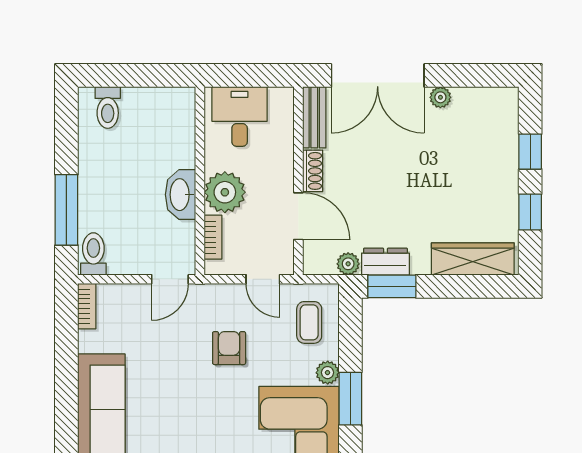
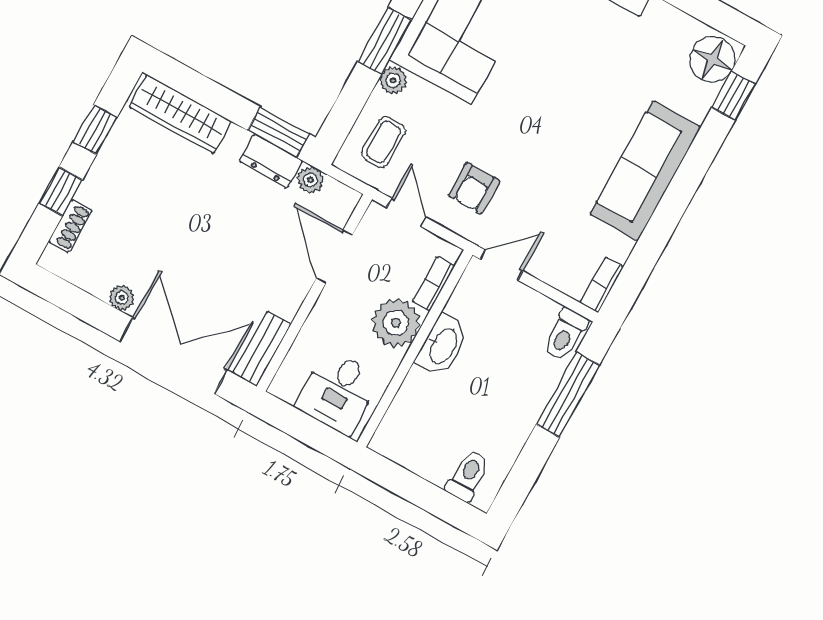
shoe rack: (313, 171) -> (70, 226), moved, turned 180
armchair: (229, 348) -> (474, 188), moved

